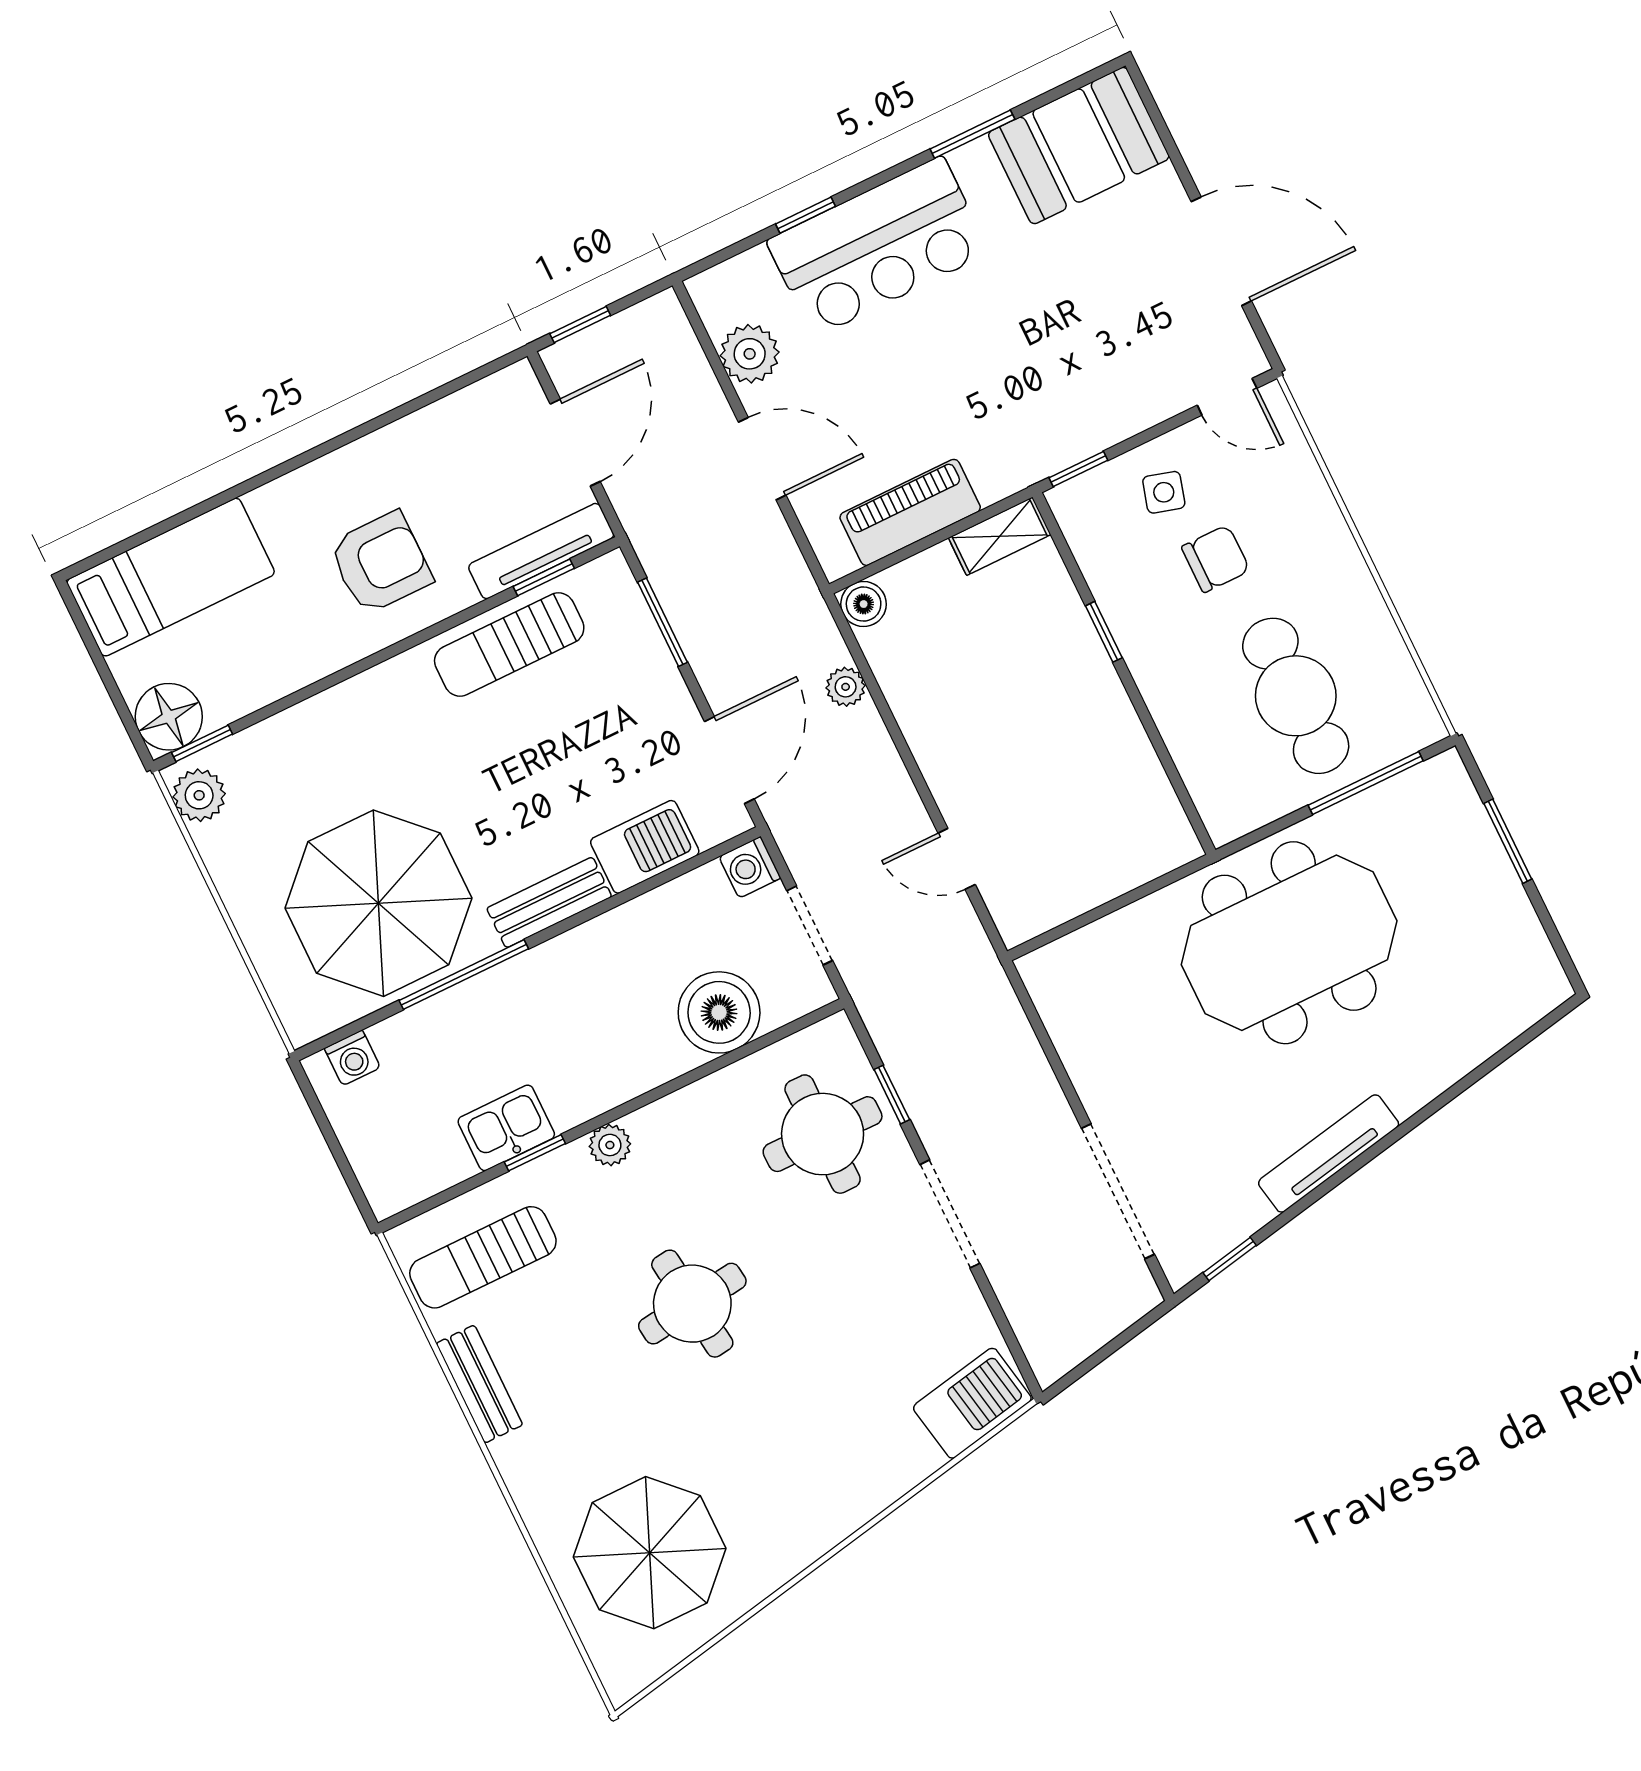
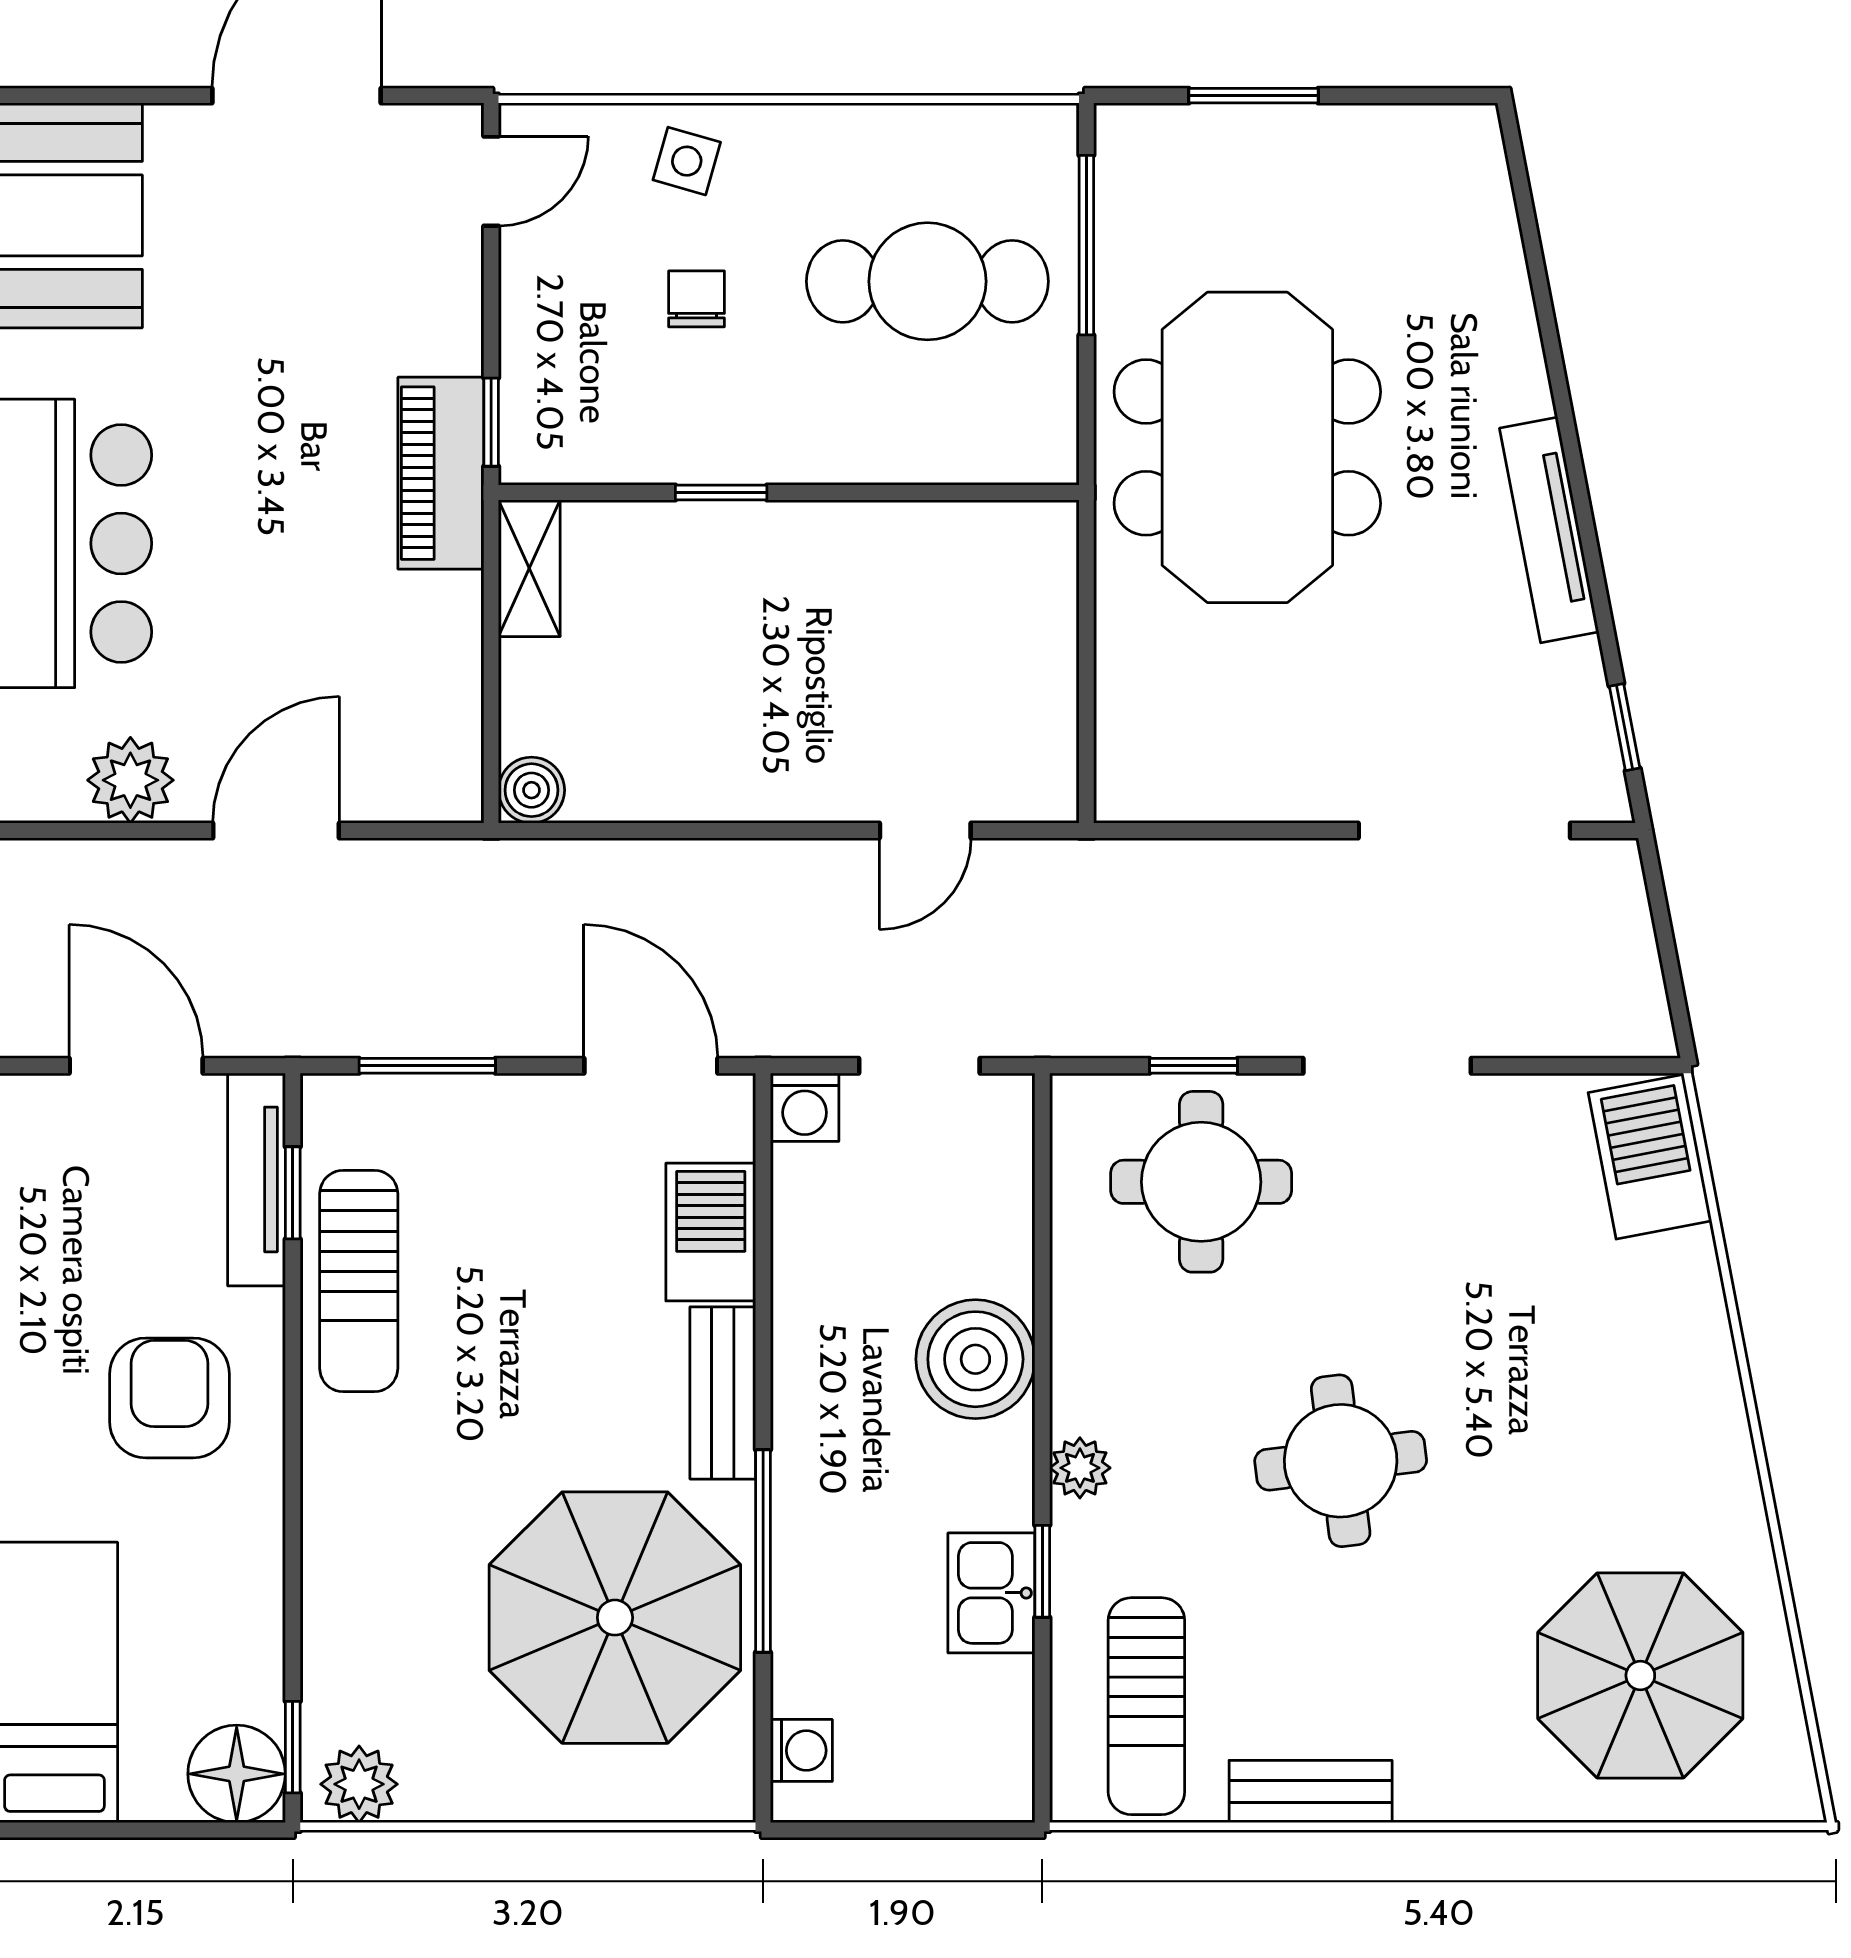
side table: (1164, 492) -> (687, 161), moved
piano: (910, 512) -> (441, 473), moved
chair: (1216, 559) -> (696, 299), width x0.73, depth x0.73
plant: (846, 687) -> (629, 866), removed
boiler: (719, 1012) -> (975, 1359), moved

